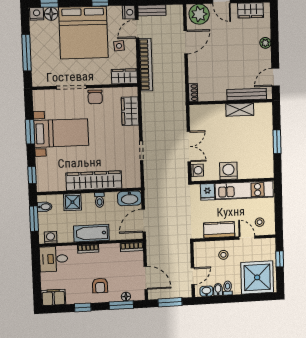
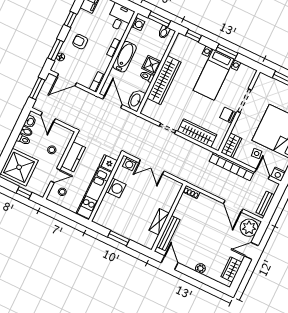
bench: (152, 10) -> (265, 204), moved
wardrobe: (130, 111) -> (197, 133), width x1.50
shower: (72, 202) -> (151, 65), moved

